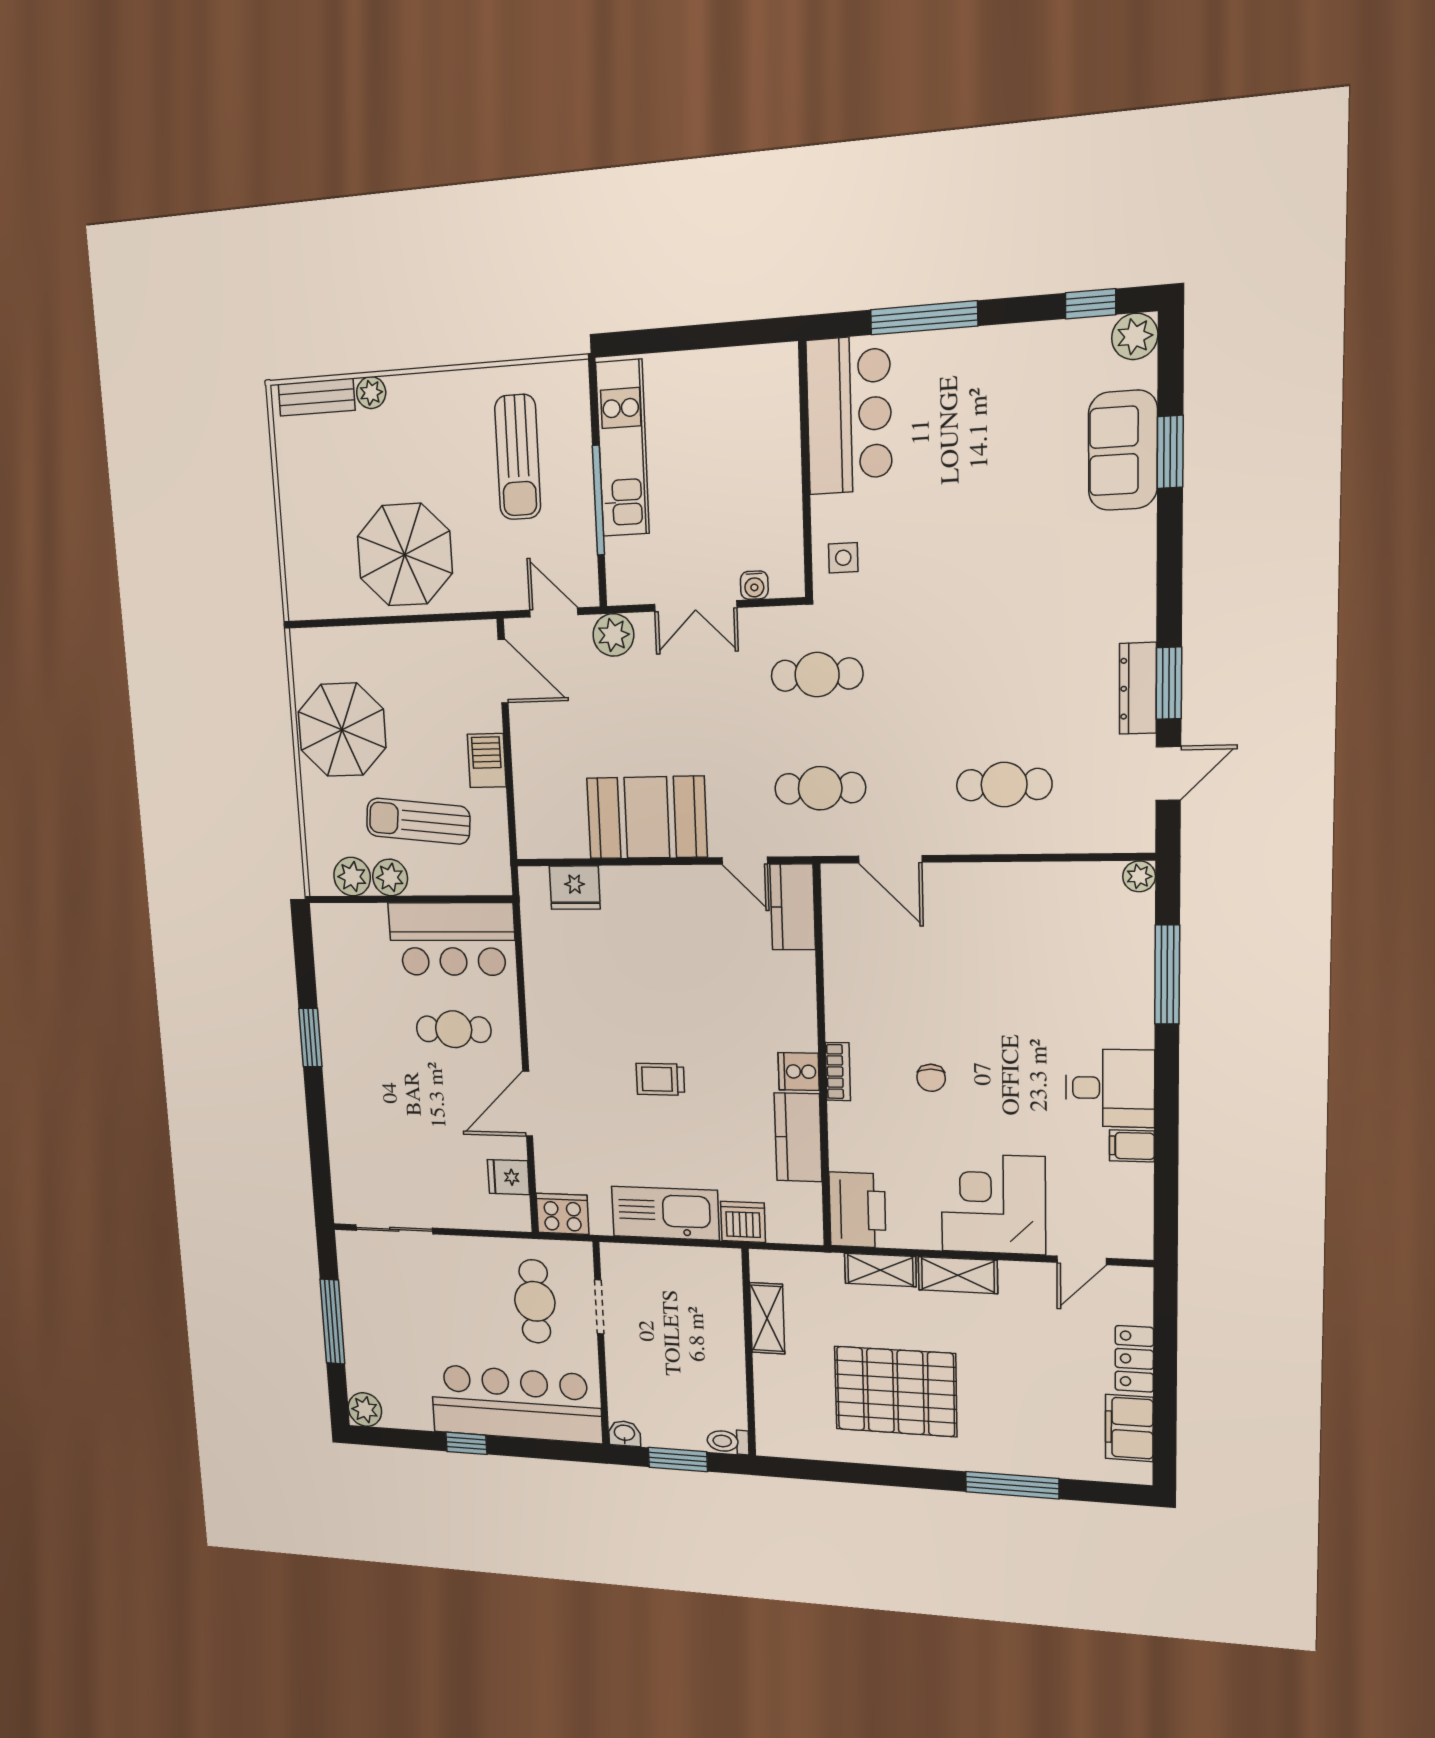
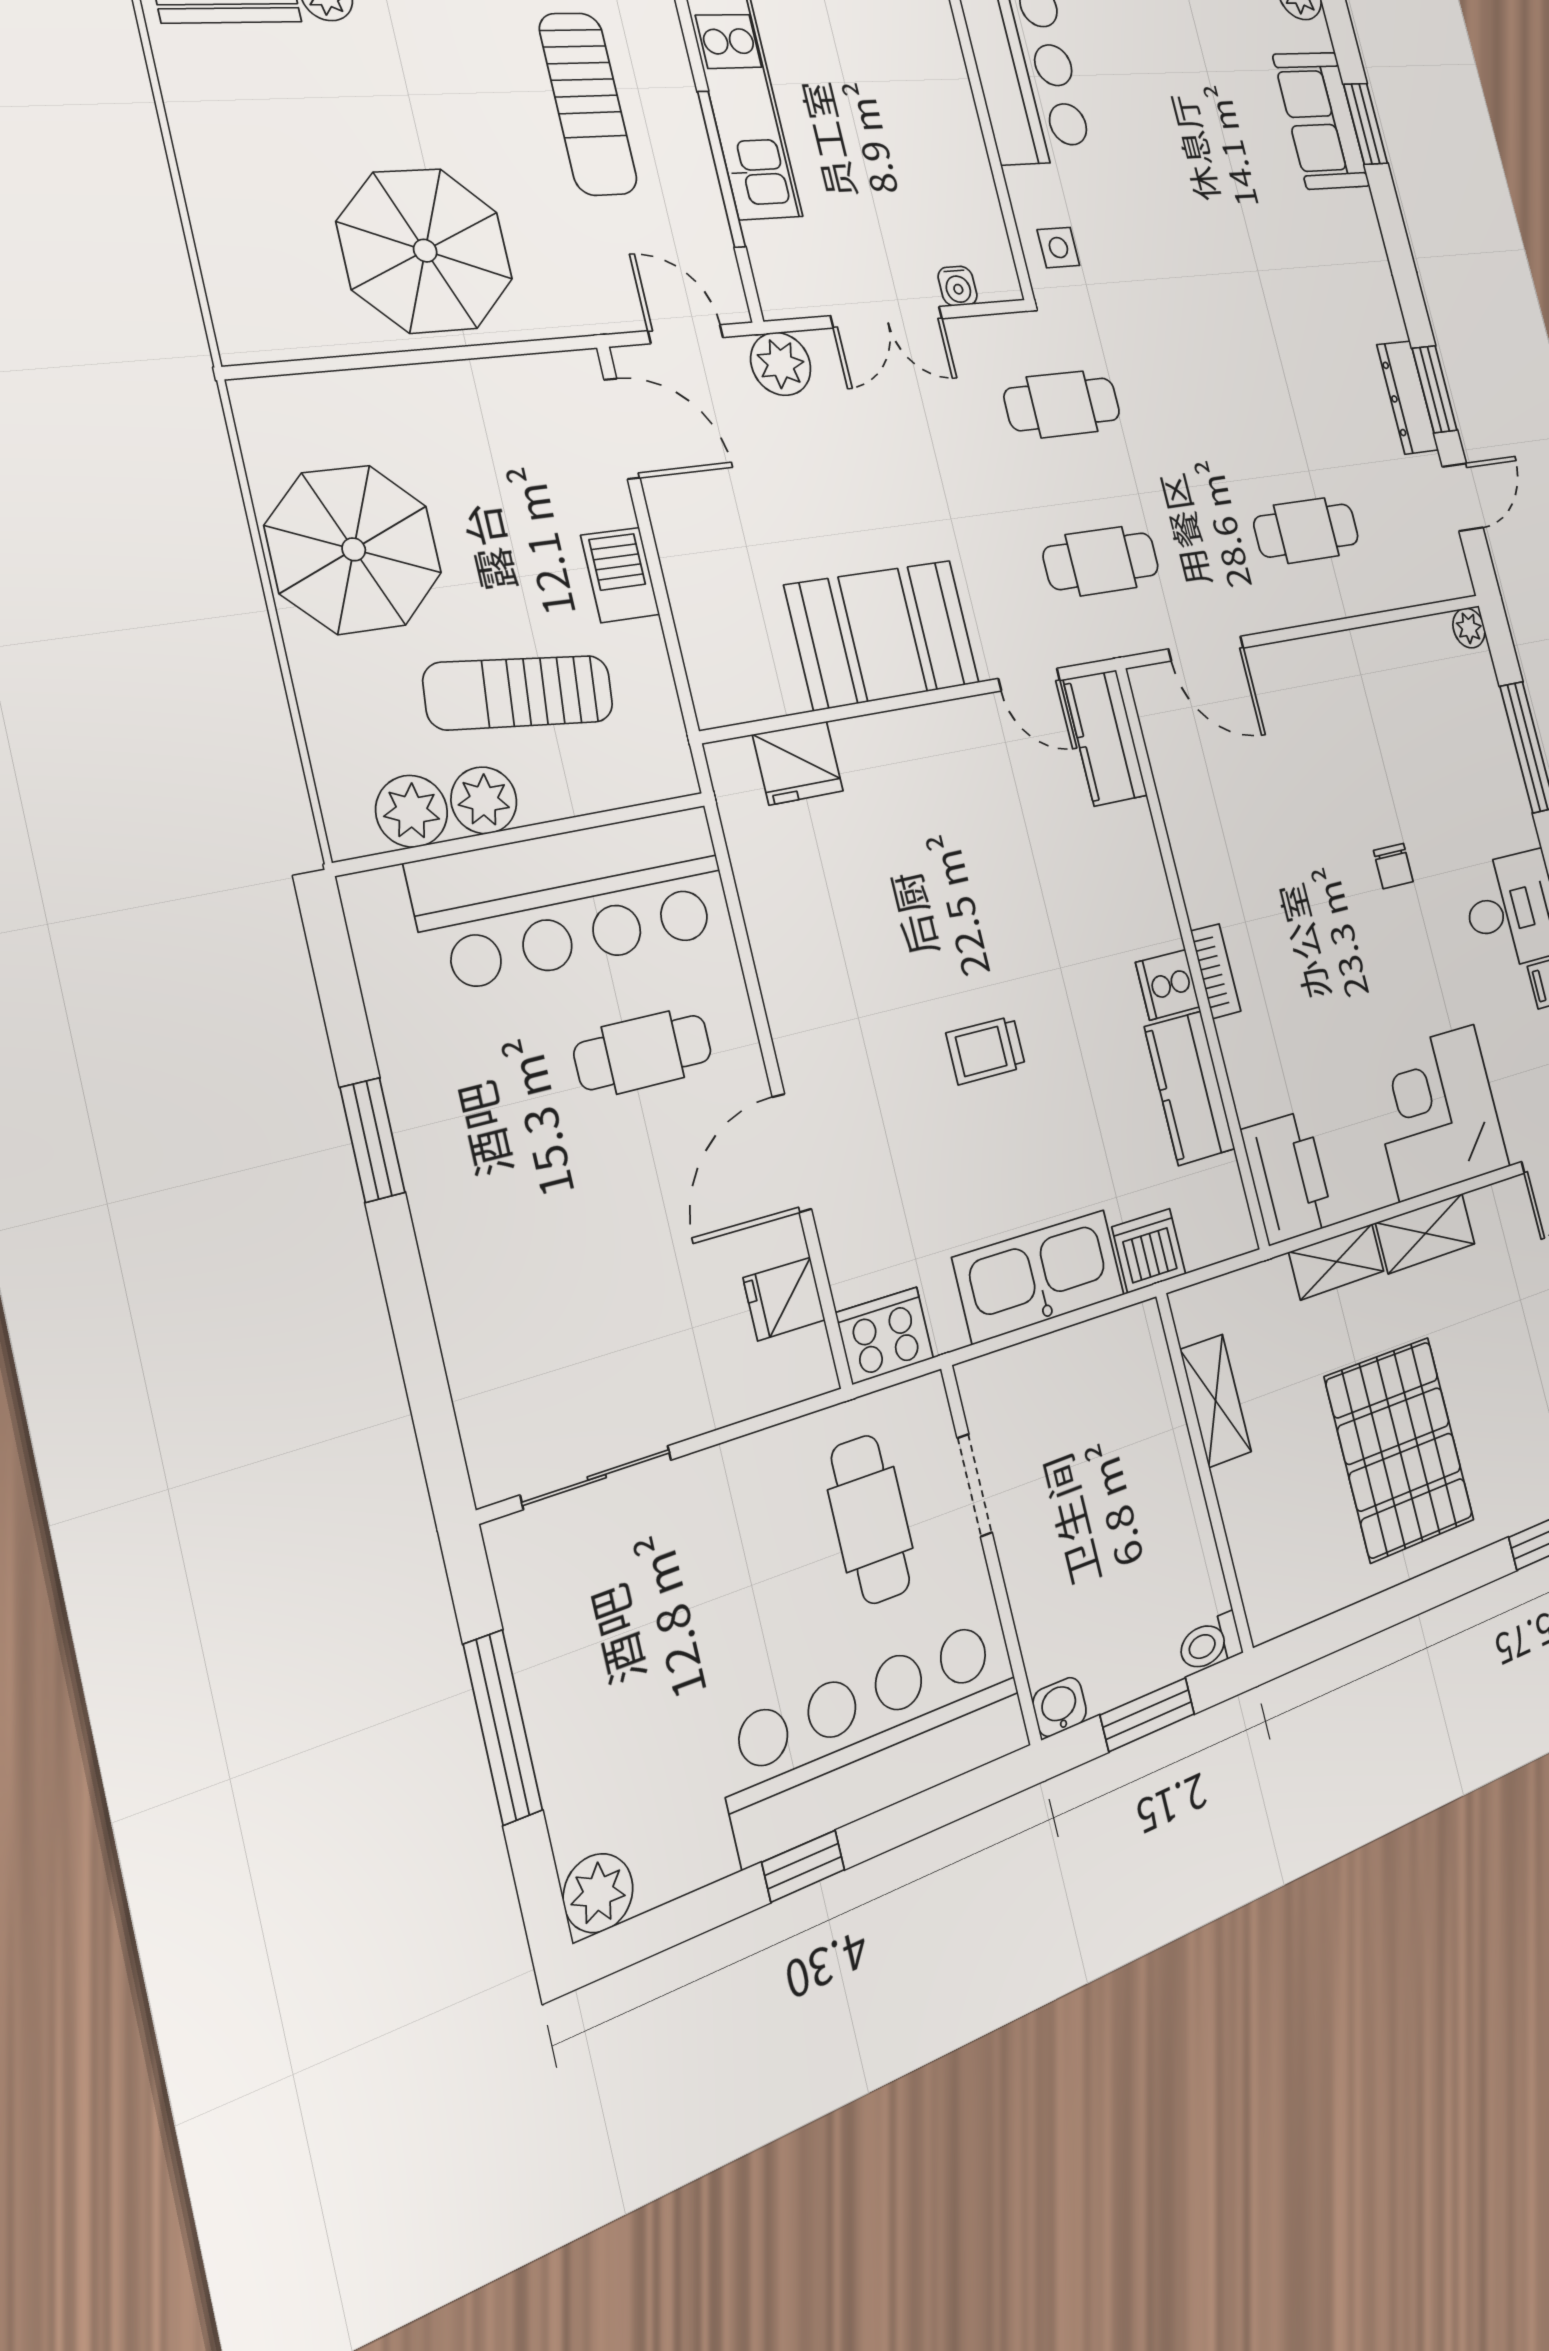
bar counter: (452, 939) -> (573, 898), width x1.36
chair: (931, 1078) -> (1393, 866), moved
pallet: (896, 1391) -> (1400, 1449), turned 90

